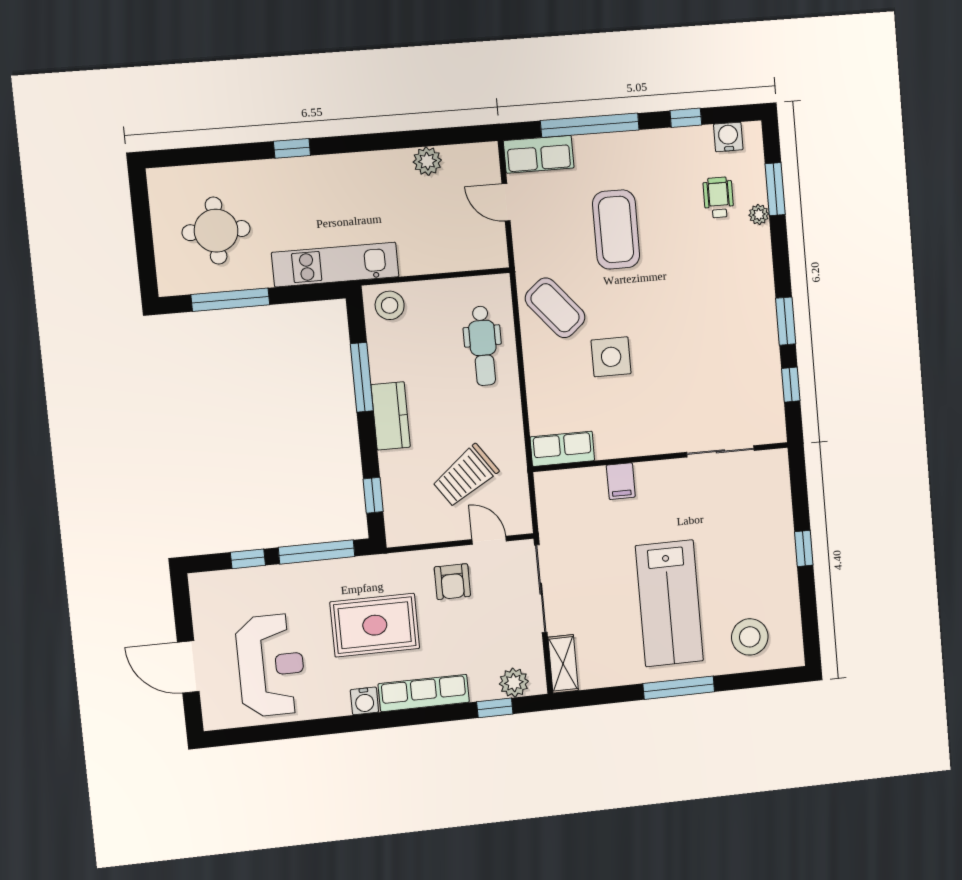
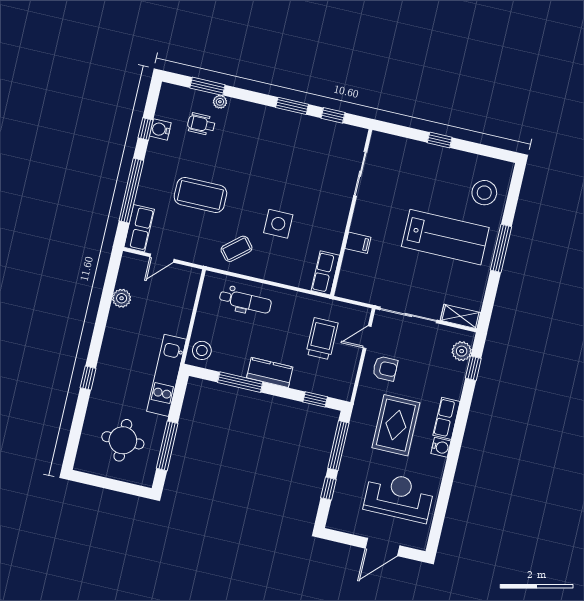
water cooler: (728, 137) -> (160, 129), moved
coffee table: (555, 308) -> (237, 249), width x0.73, depth x0.77
trolley: (465, 476) -> (322, 339), turned -145
row of seats: (424, 693) -> (447, 418), width x0.68

